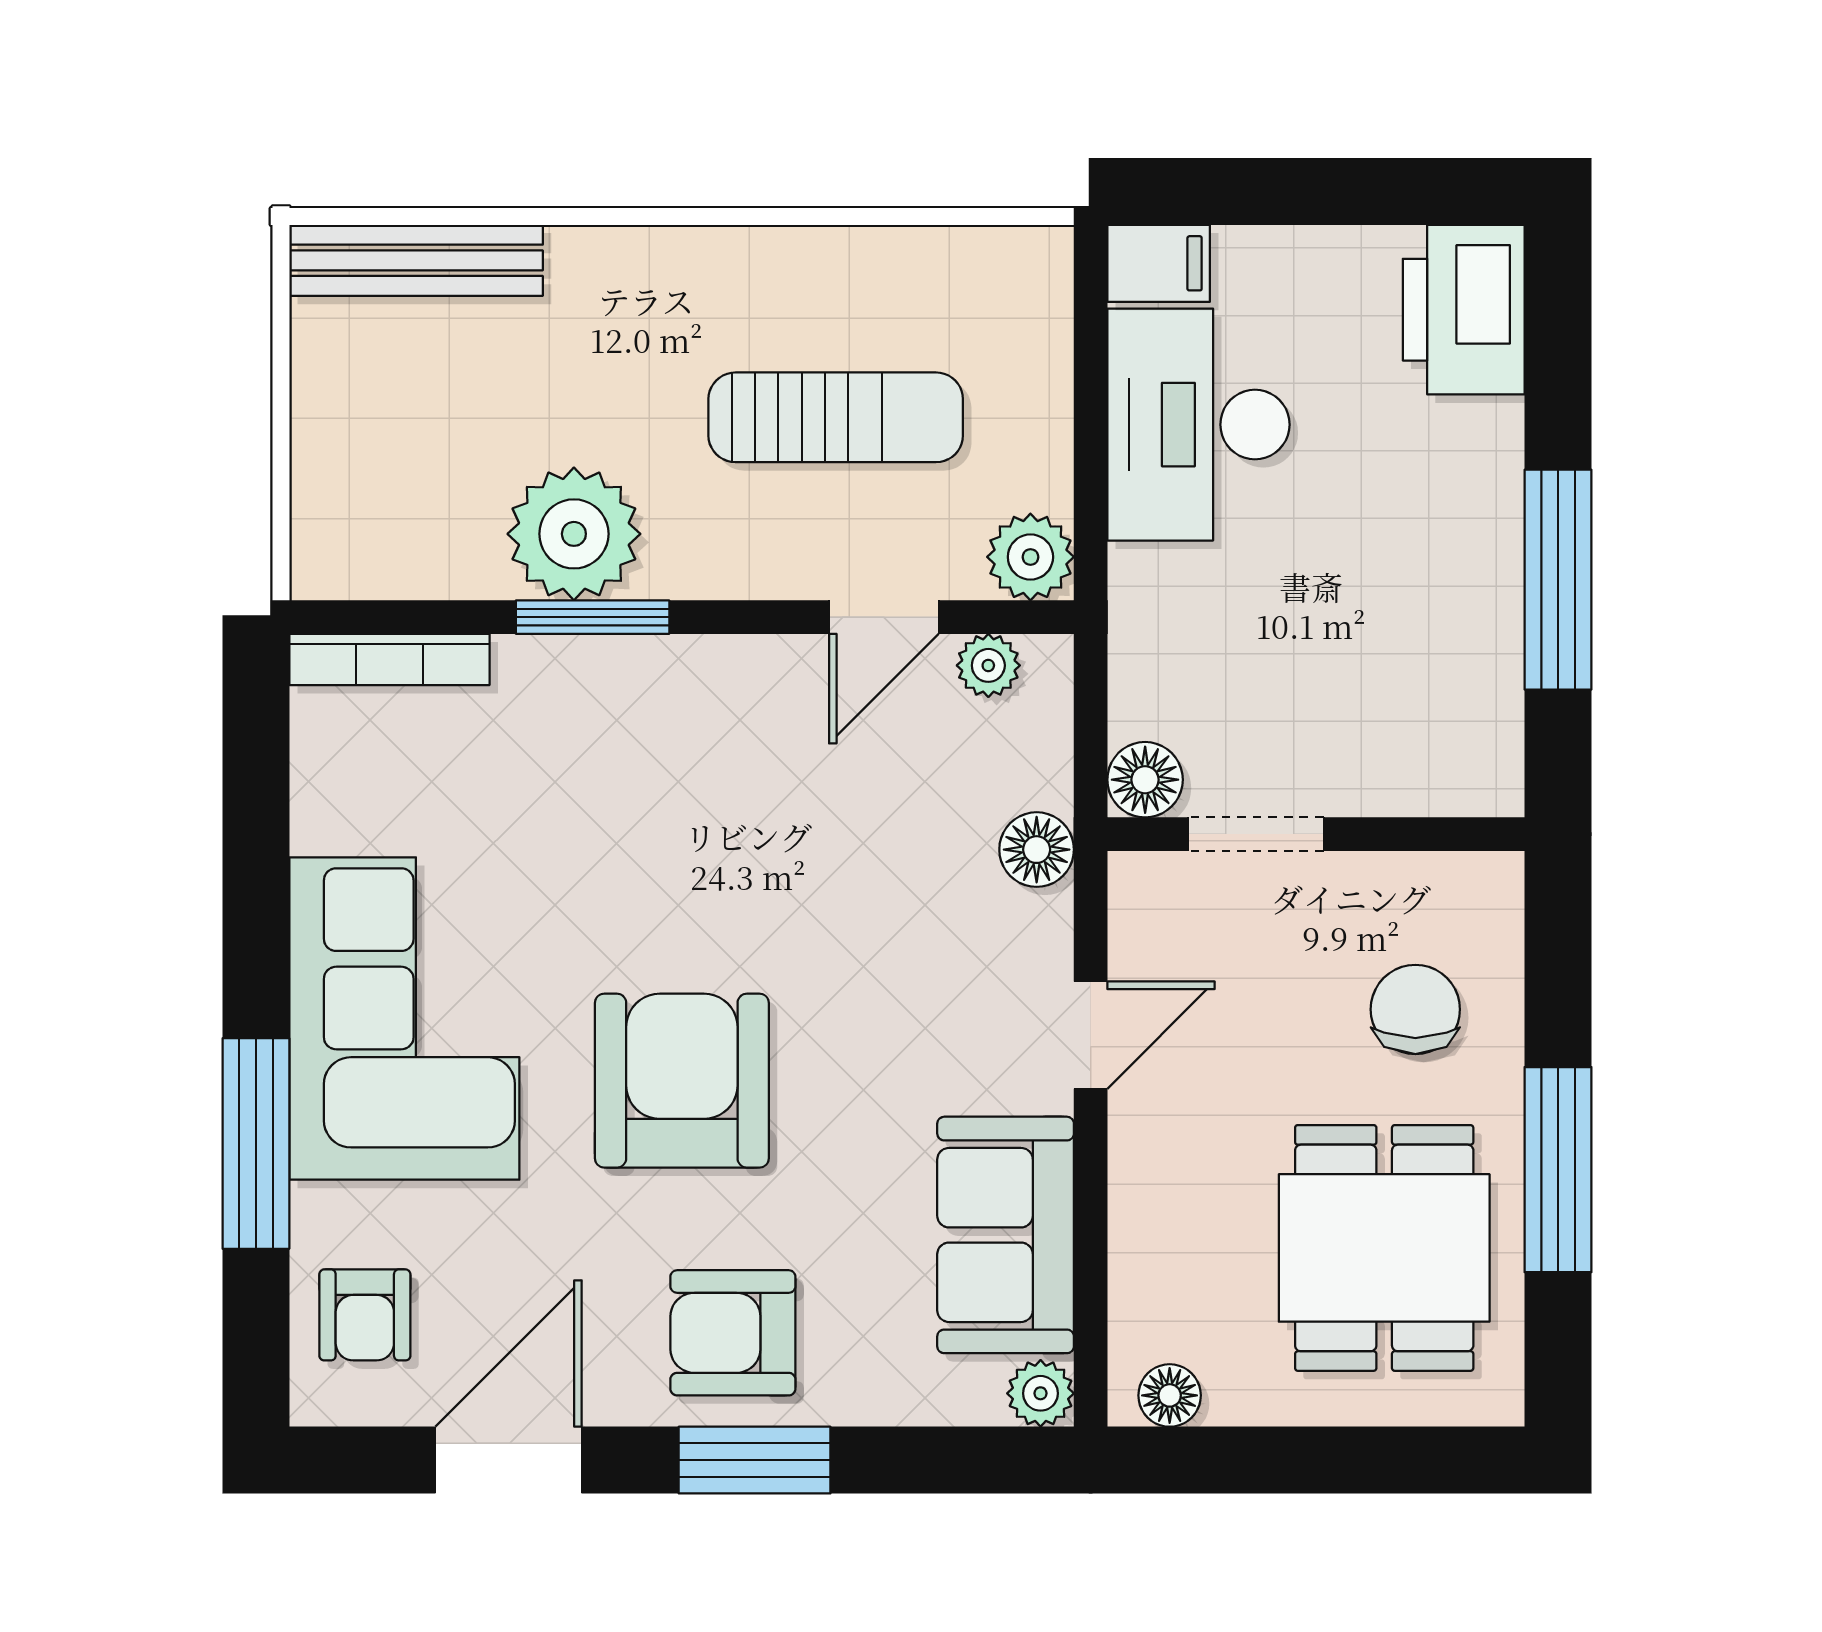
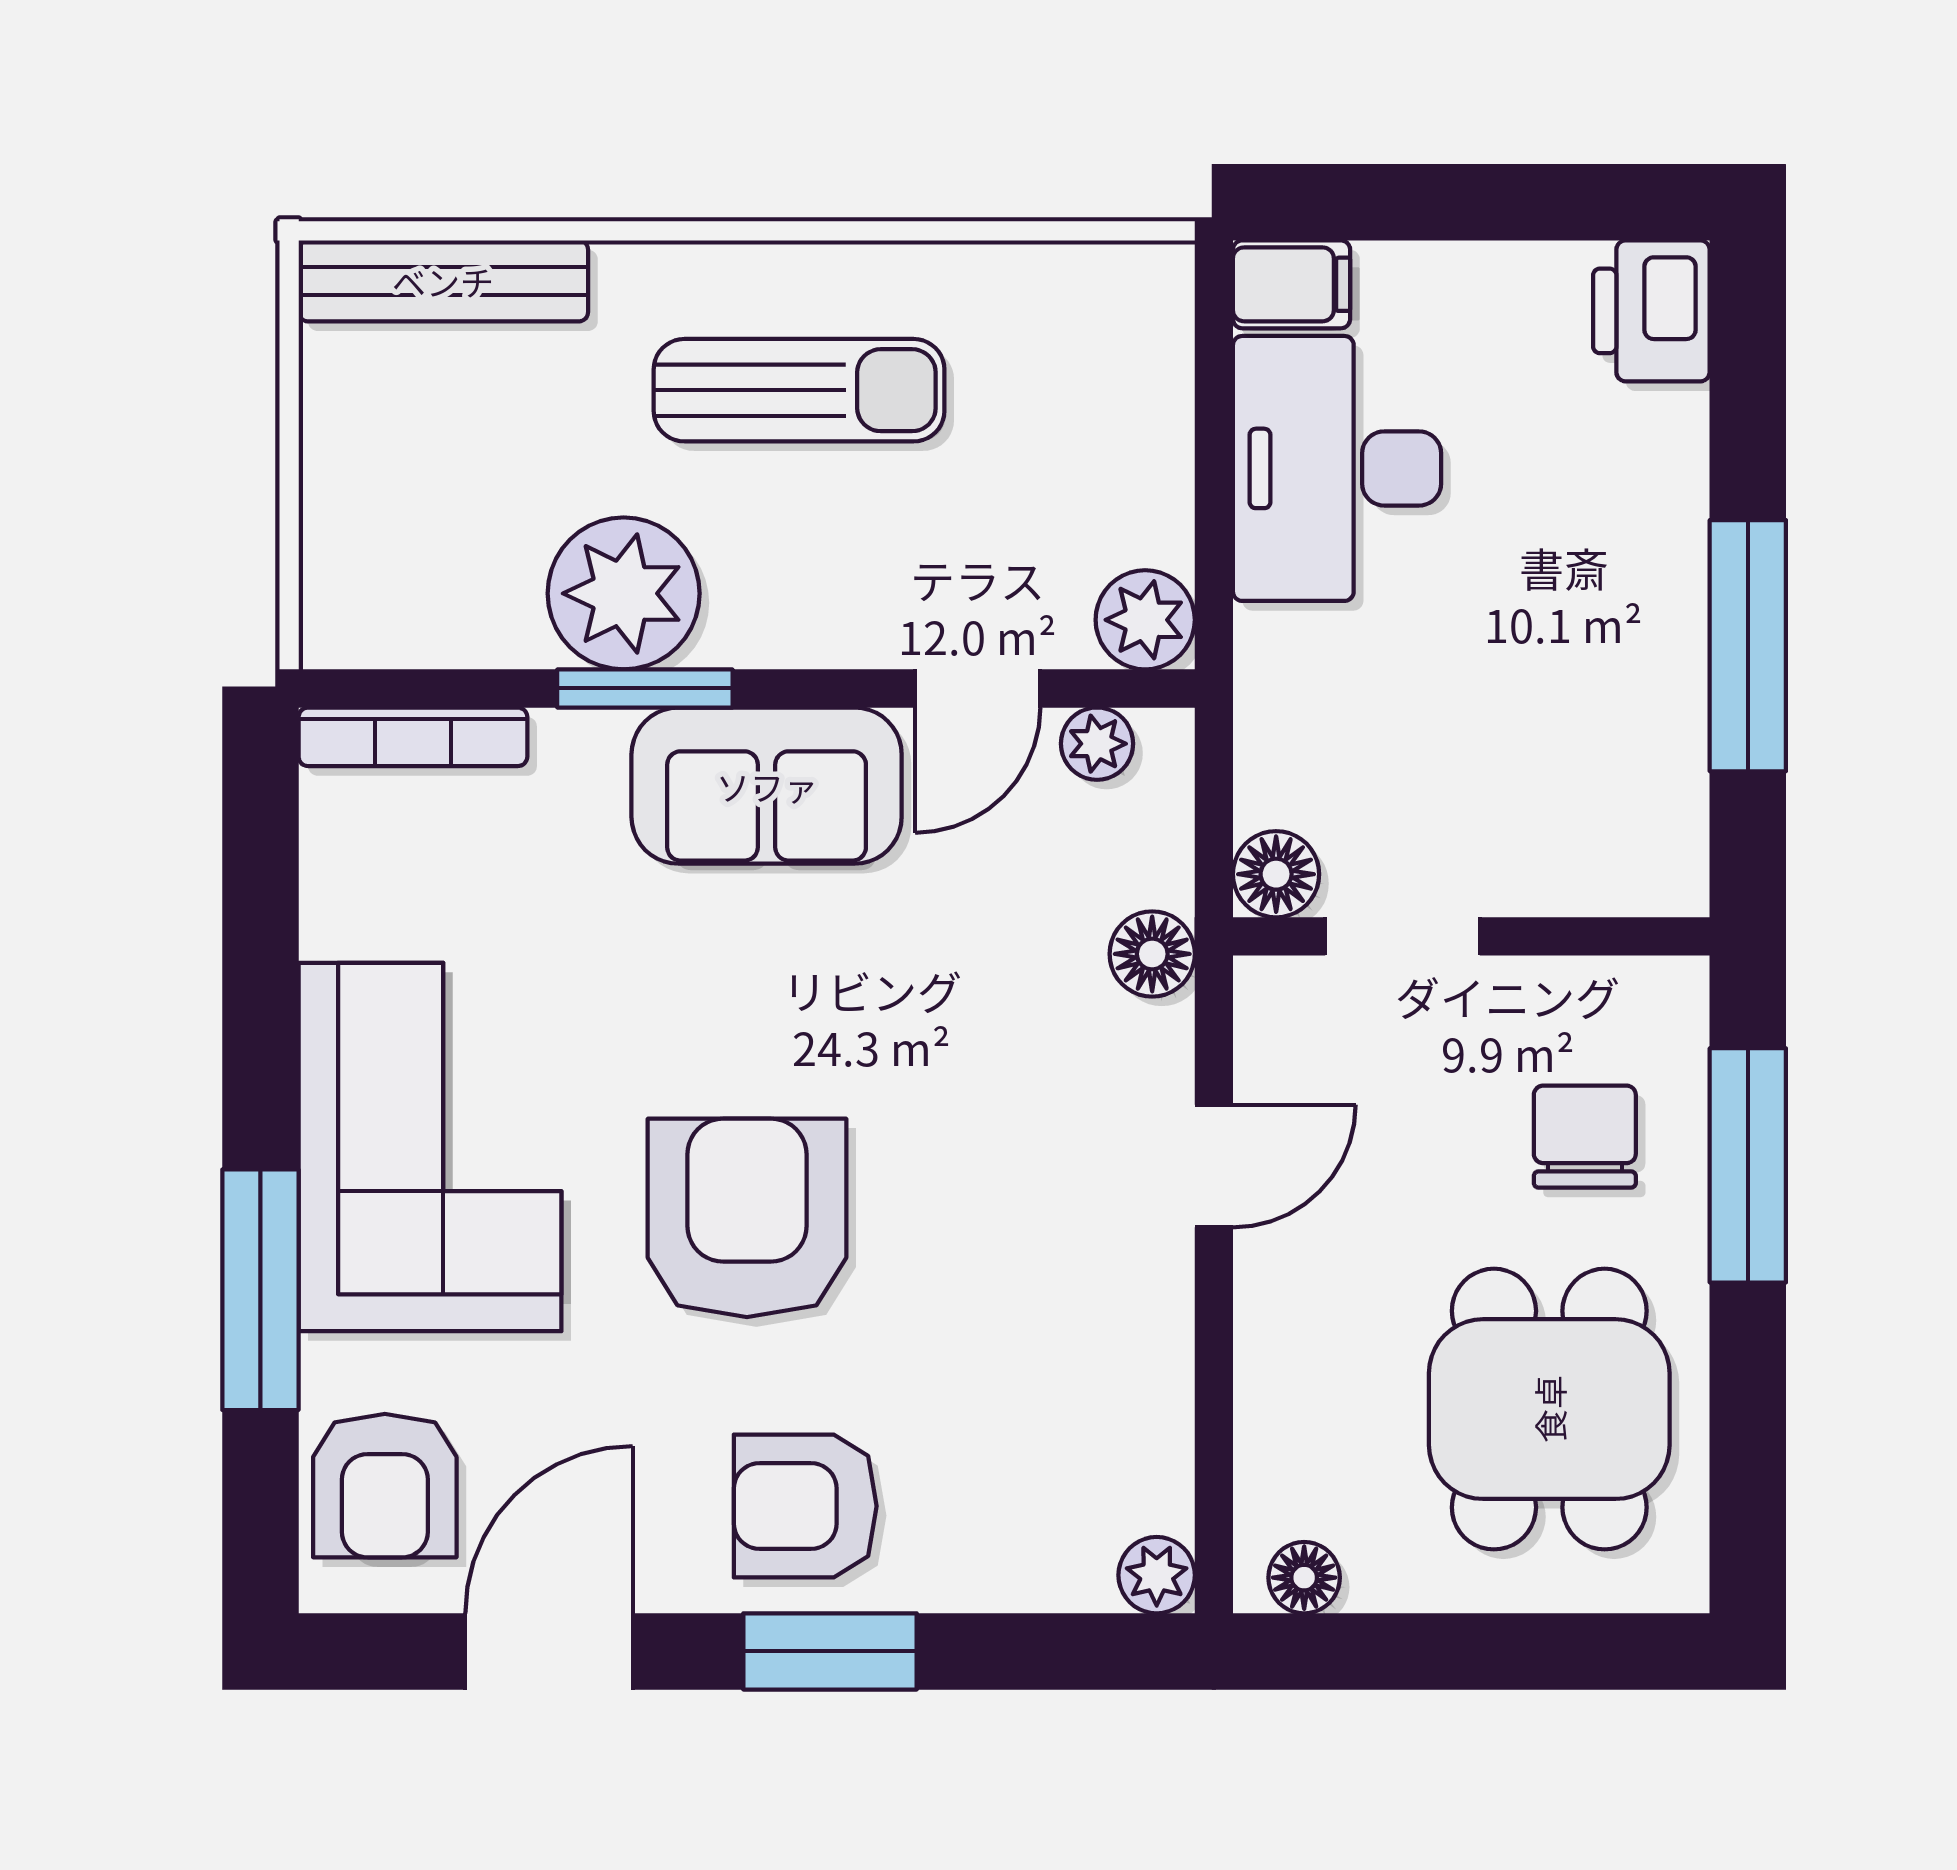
printer: (1464, 310) -> (1651, 311), width x0.73, depth x0.84
sun lounger: (836, 417) -> (799, 390), moved
window: (1558, 1170) -> (1748, 1165), moved
sofa: (1006, 1235) -> (767, 786), moved, turned -90
armchair: (365, 1315) -> (385, 1486), width x1.38, depth x1.38

